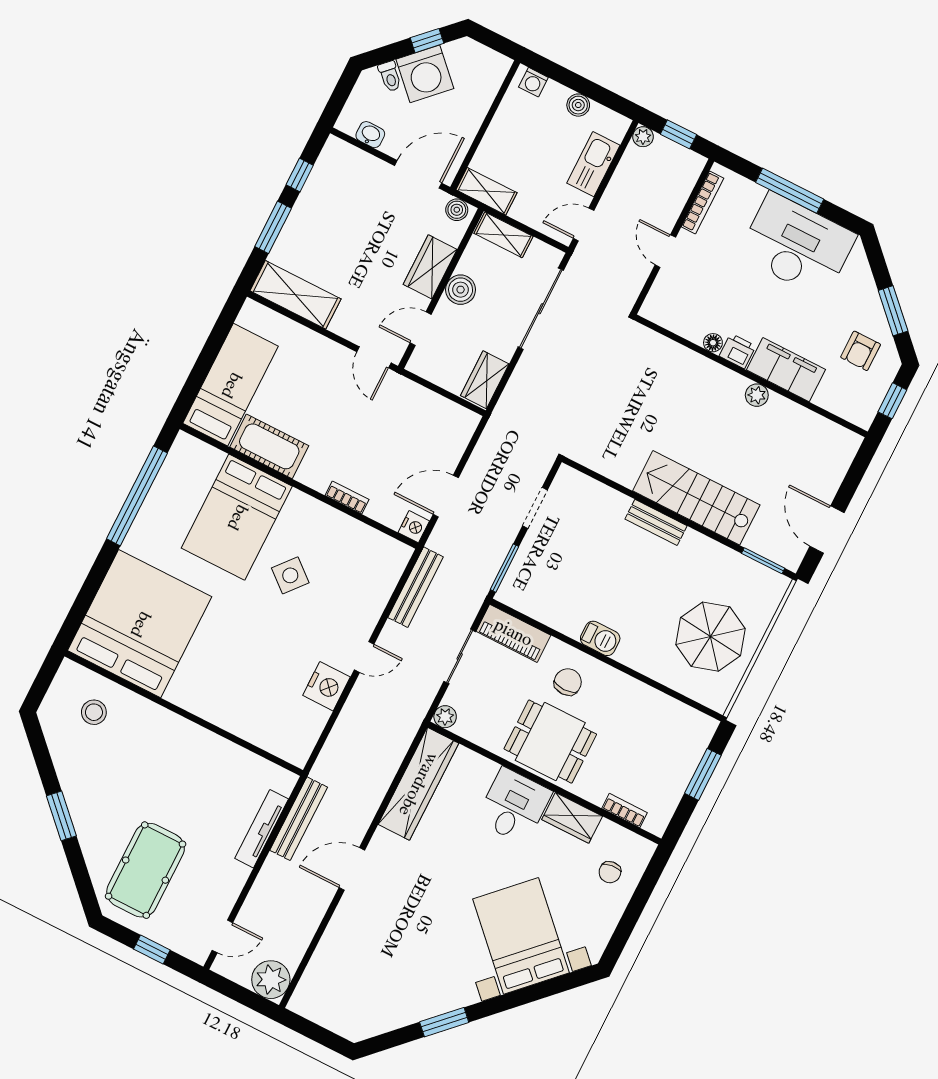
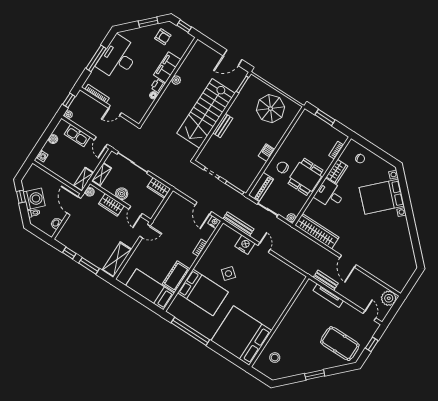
stairs: (696, 498) -> (206, 113), width x1.36, depth x1.51
nightstand: (326, 686) -> (245, 245), moved
bench: (299, 819) -> (326, 280), width x0.73
window: (444, 1022) -> (413, 231), removed

